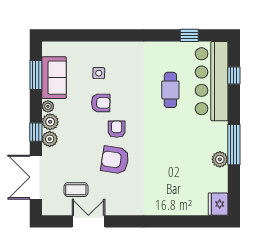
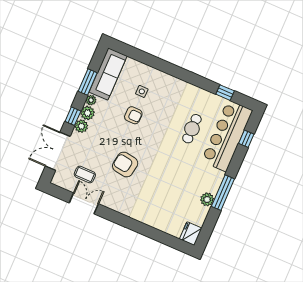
window: (36, 75) -> (88, 82), moved
sofa: (54, 78) -> (108, 74), width x1.36
armchair: (117, 129) -> (137, 141), removed

